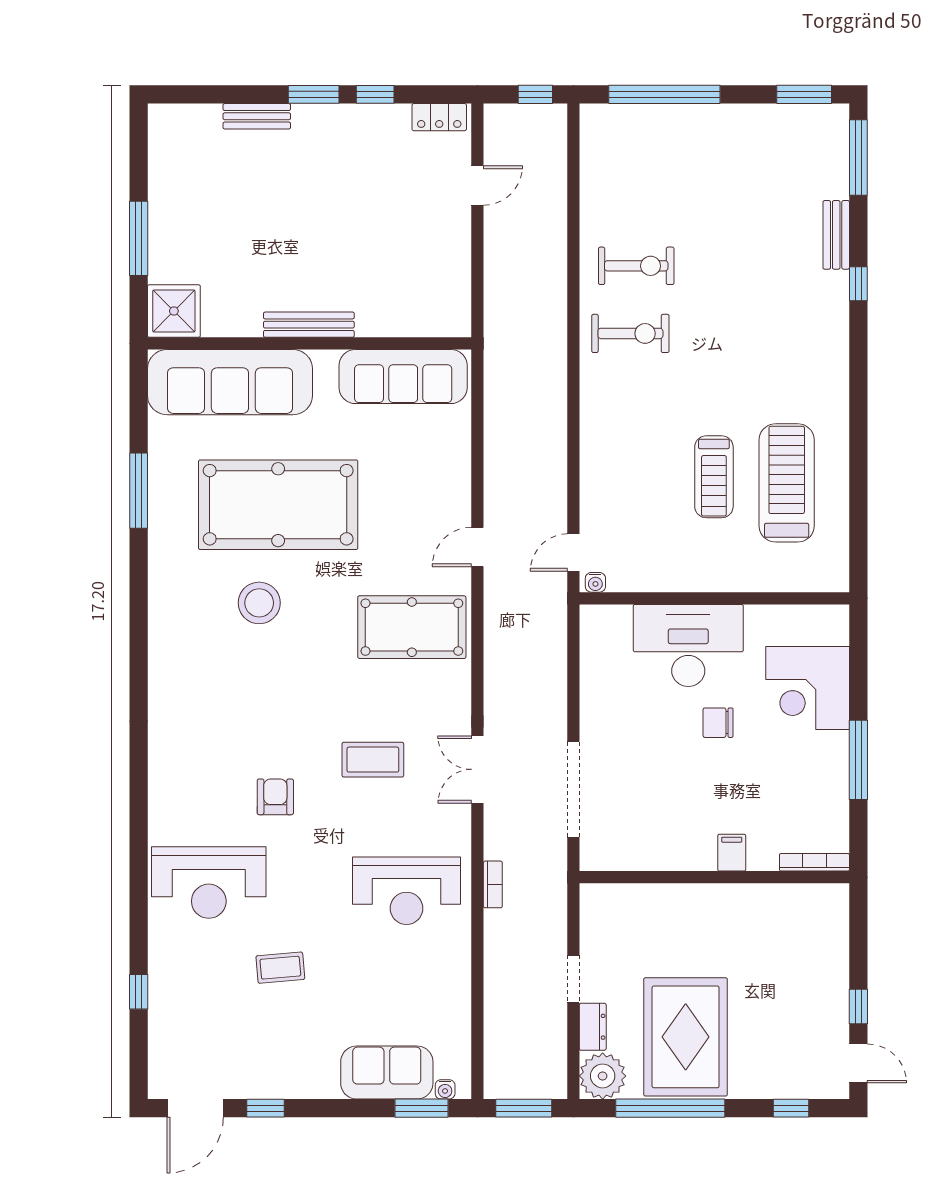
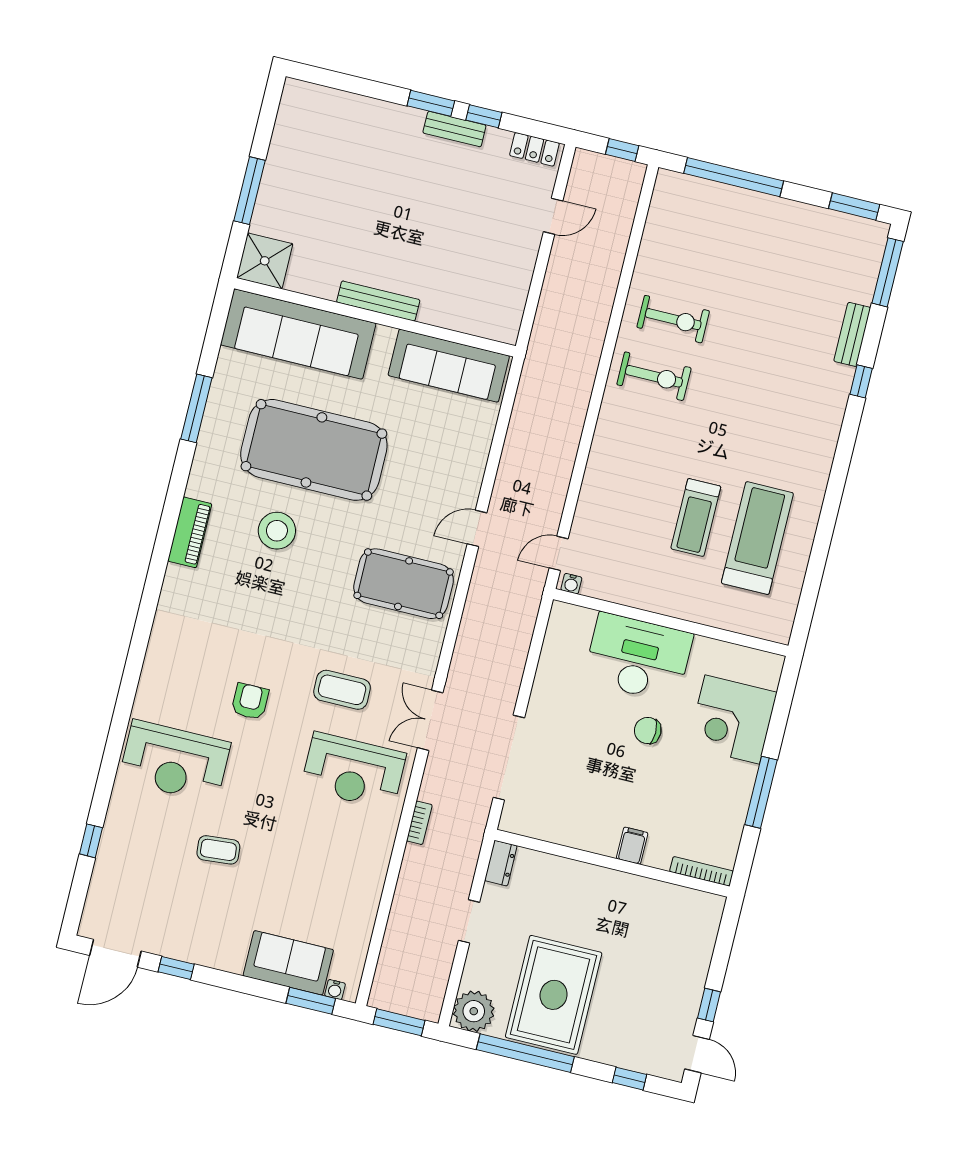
bench: (257, 116) -> (454, 129), moved
piano: (164, 628) -> (190, 532), added
reception desk: (406, 891) -> (353, 771), moved
dresser: (593, 1027) -> (501, 863), moved

